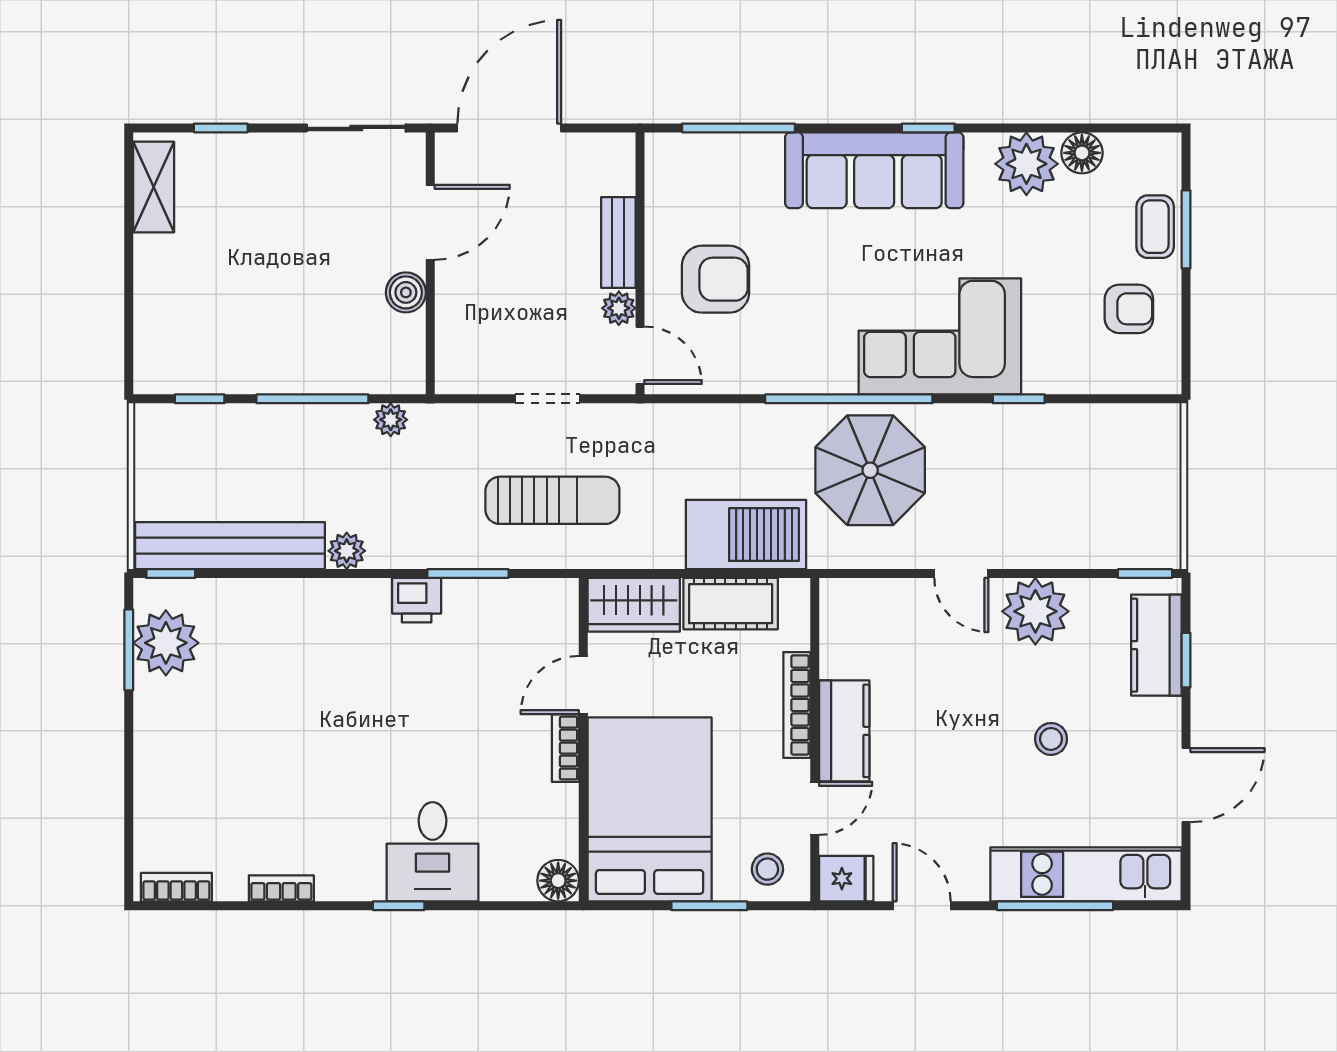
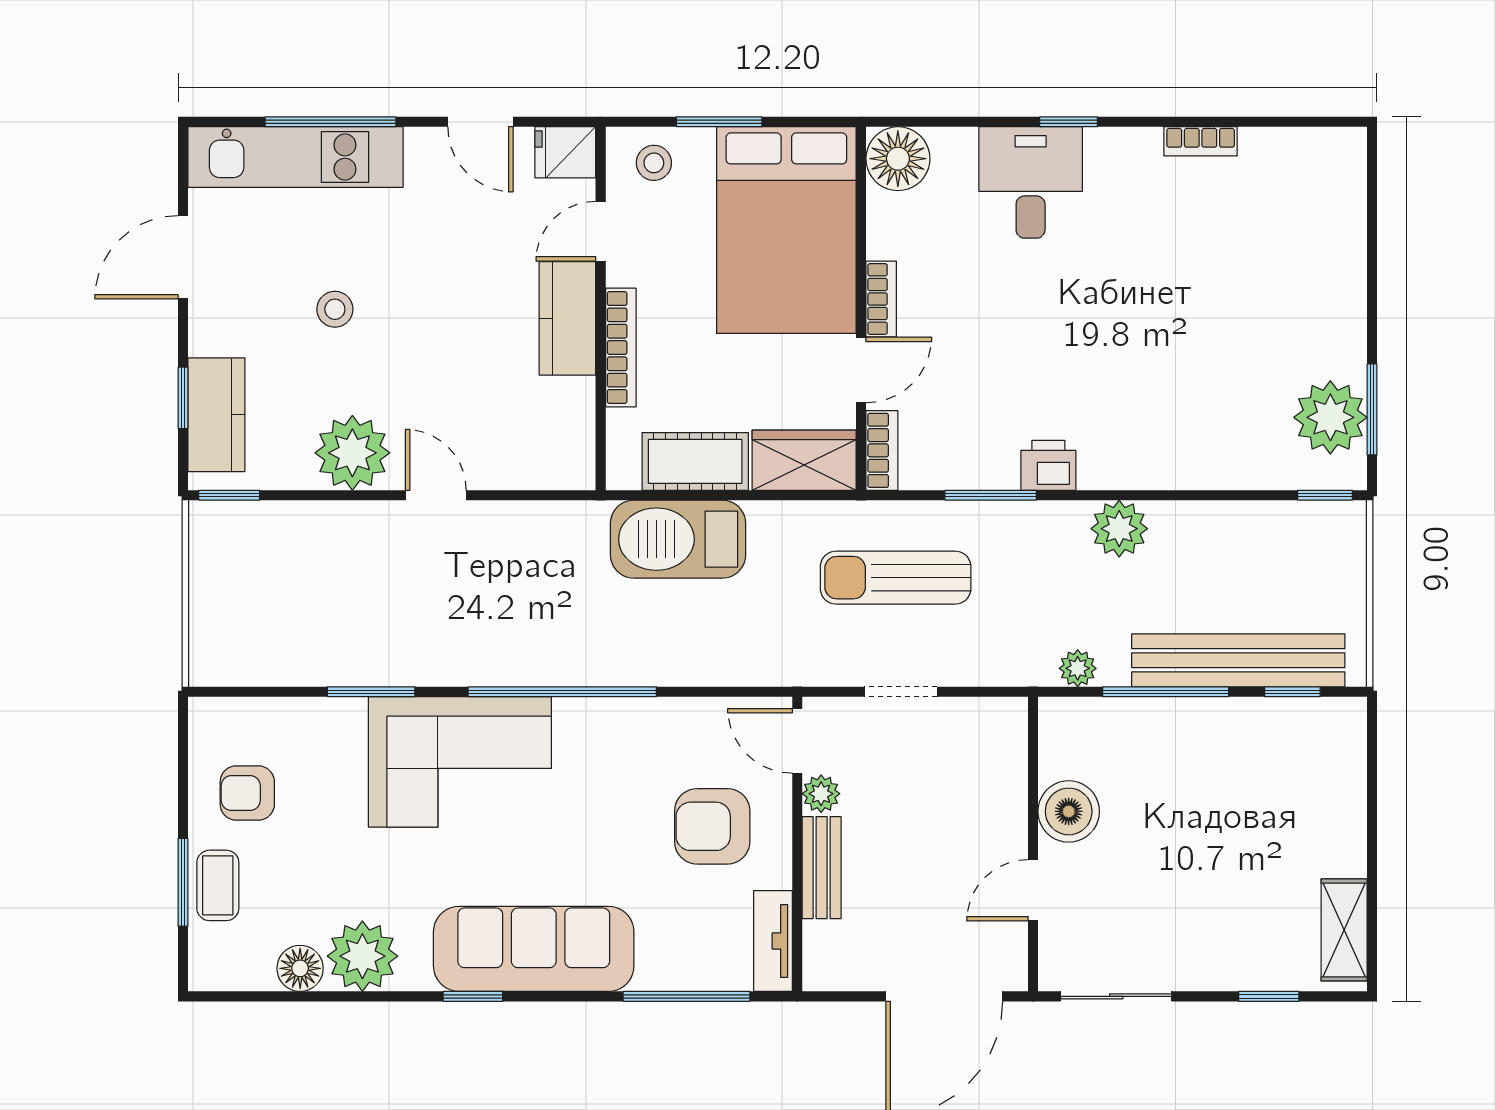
tv unit: (661, 177) -> (773, 941), added
door: (430, 222) -> (1033, 890), width x0.73
boiler: (406, 292) -> (1069, 811), width x1.36, depth x1.36
window: (1019, 399) -> (371, 692), width x1.50
parasol: (870, 470) -> (538, 612), removed
bench: (230, 546) -> (1238, 660), moved
plant: (347, 551) -> (1119, 529), width x1.38, depth x1.38
floor lamp: (558, 881) -> (898, 159), width x1.38, depth x1.38
bookcase: (176, 887) -> (882, 450), moved, turned -90

